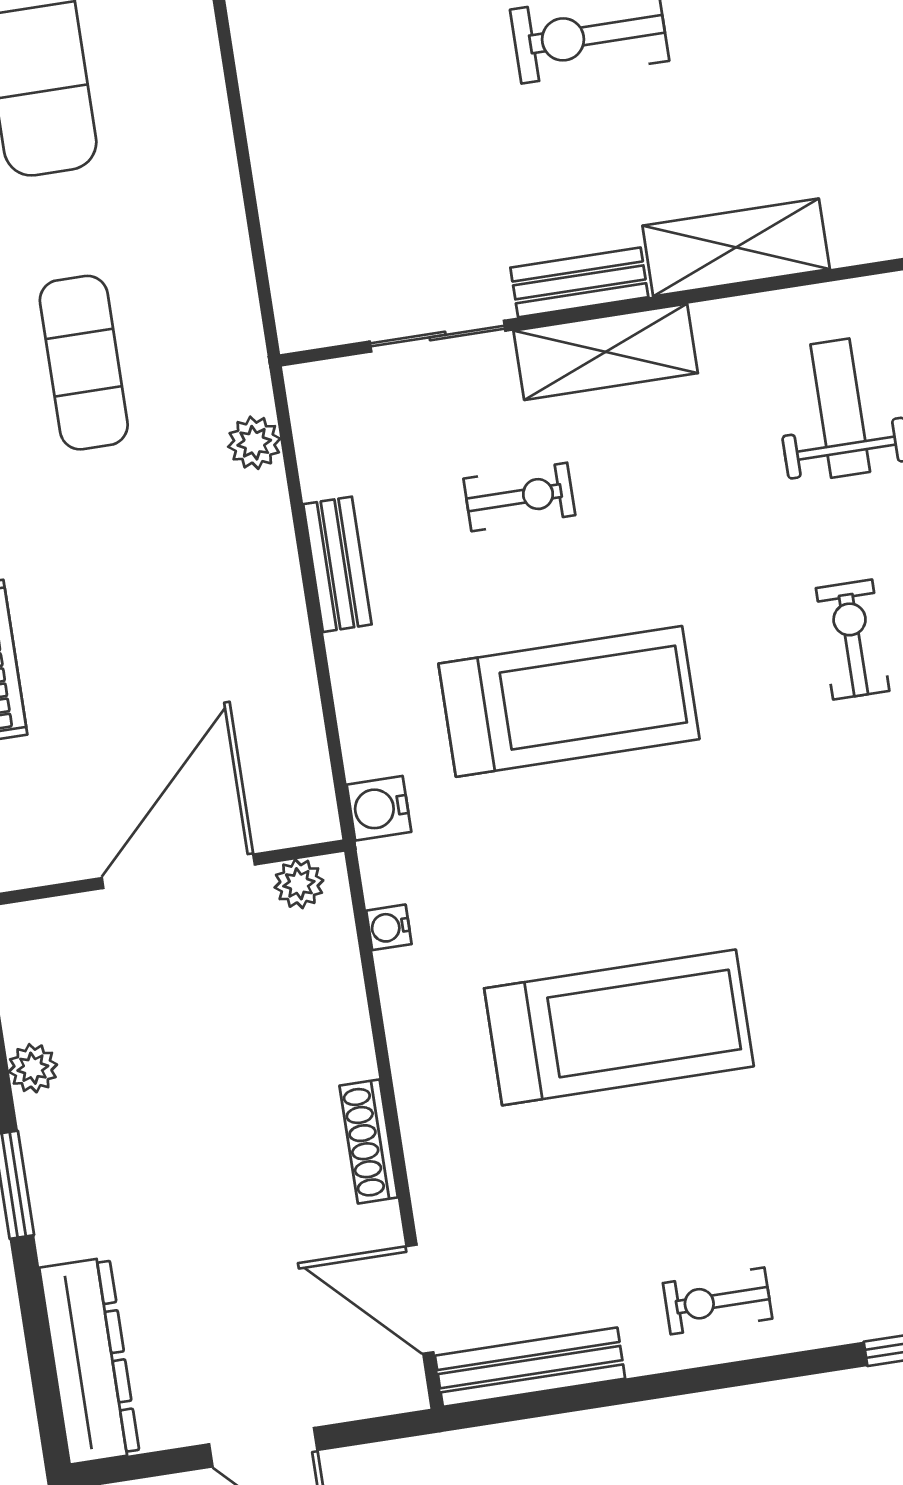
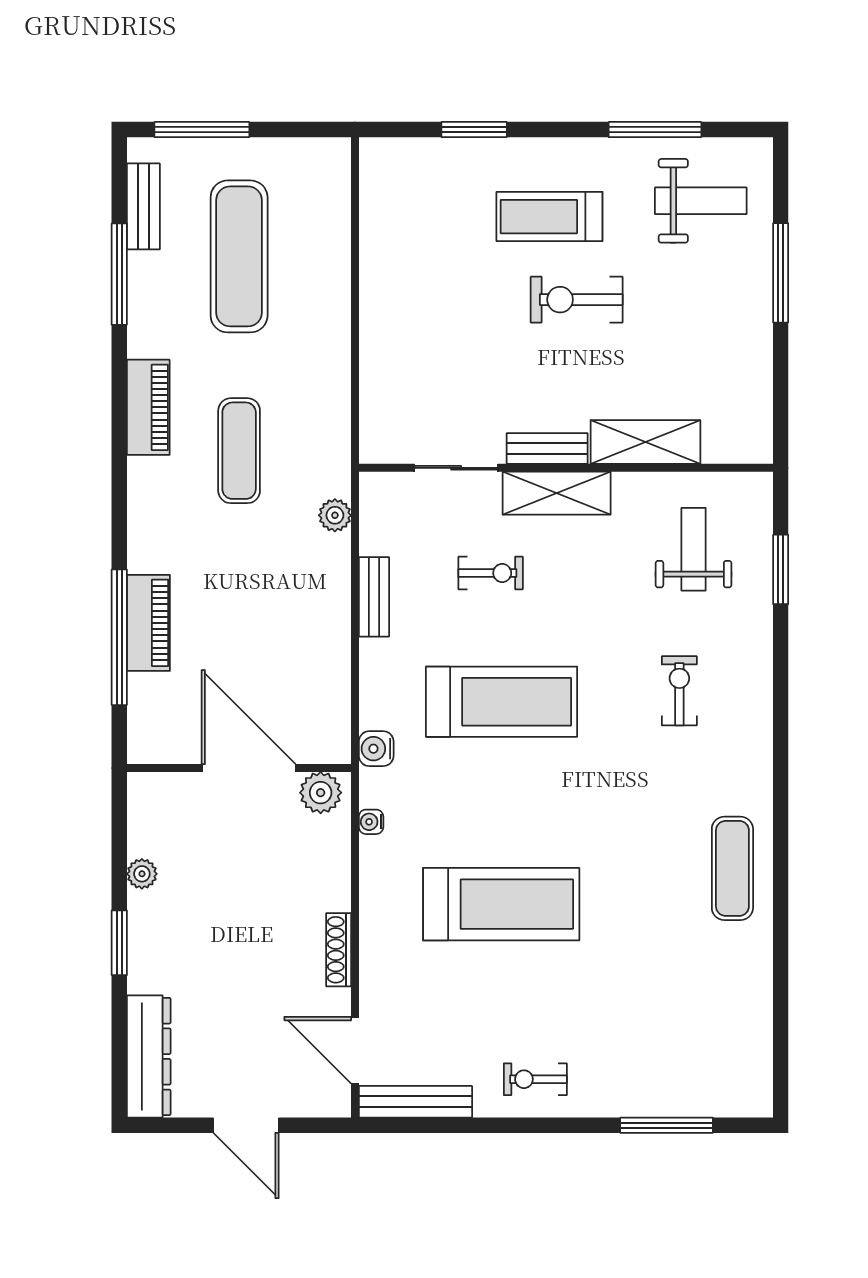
door: (178, 871) -> (249, 768), hinge flipped
plant: (299, 884) -> (321, 793), width x1.38, depth x1.38

